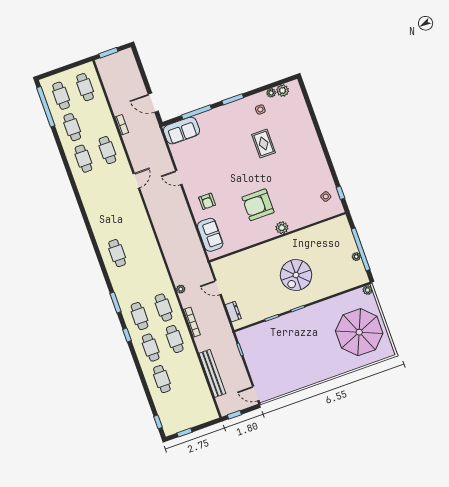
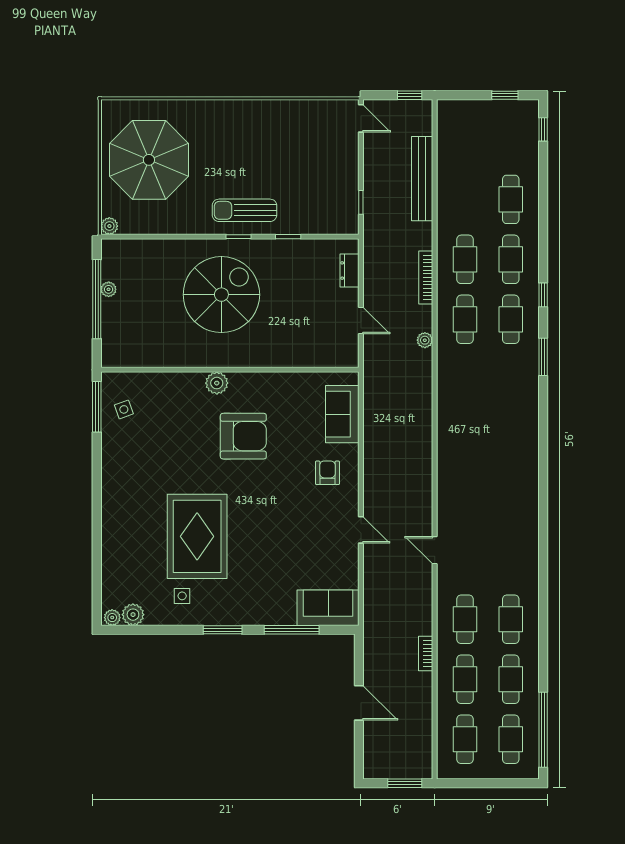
plant: (271, 93) -> (112, 618), moved
door: (153, 103) -> (359, 703), moved
rug: (264, 144) -> (197, 536), width x1.86, depth x2.06
door: (136, 181) -> (435, 550), hinge flipped
window: (340, 193) -> (97, 407), width x2.17
cafe table: (117, 253) -> (465, 679), moved
spiral stairs: (296, 275) -> (221, 295), width x1.37, depth x1.37
sun lounger: (300, 324) -> (245, 210), added

